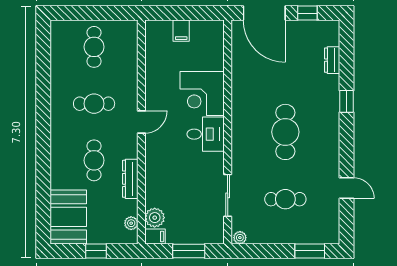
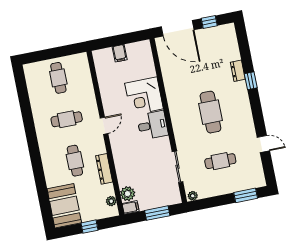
dresser: (332, 60) -> (238, 71), moved

